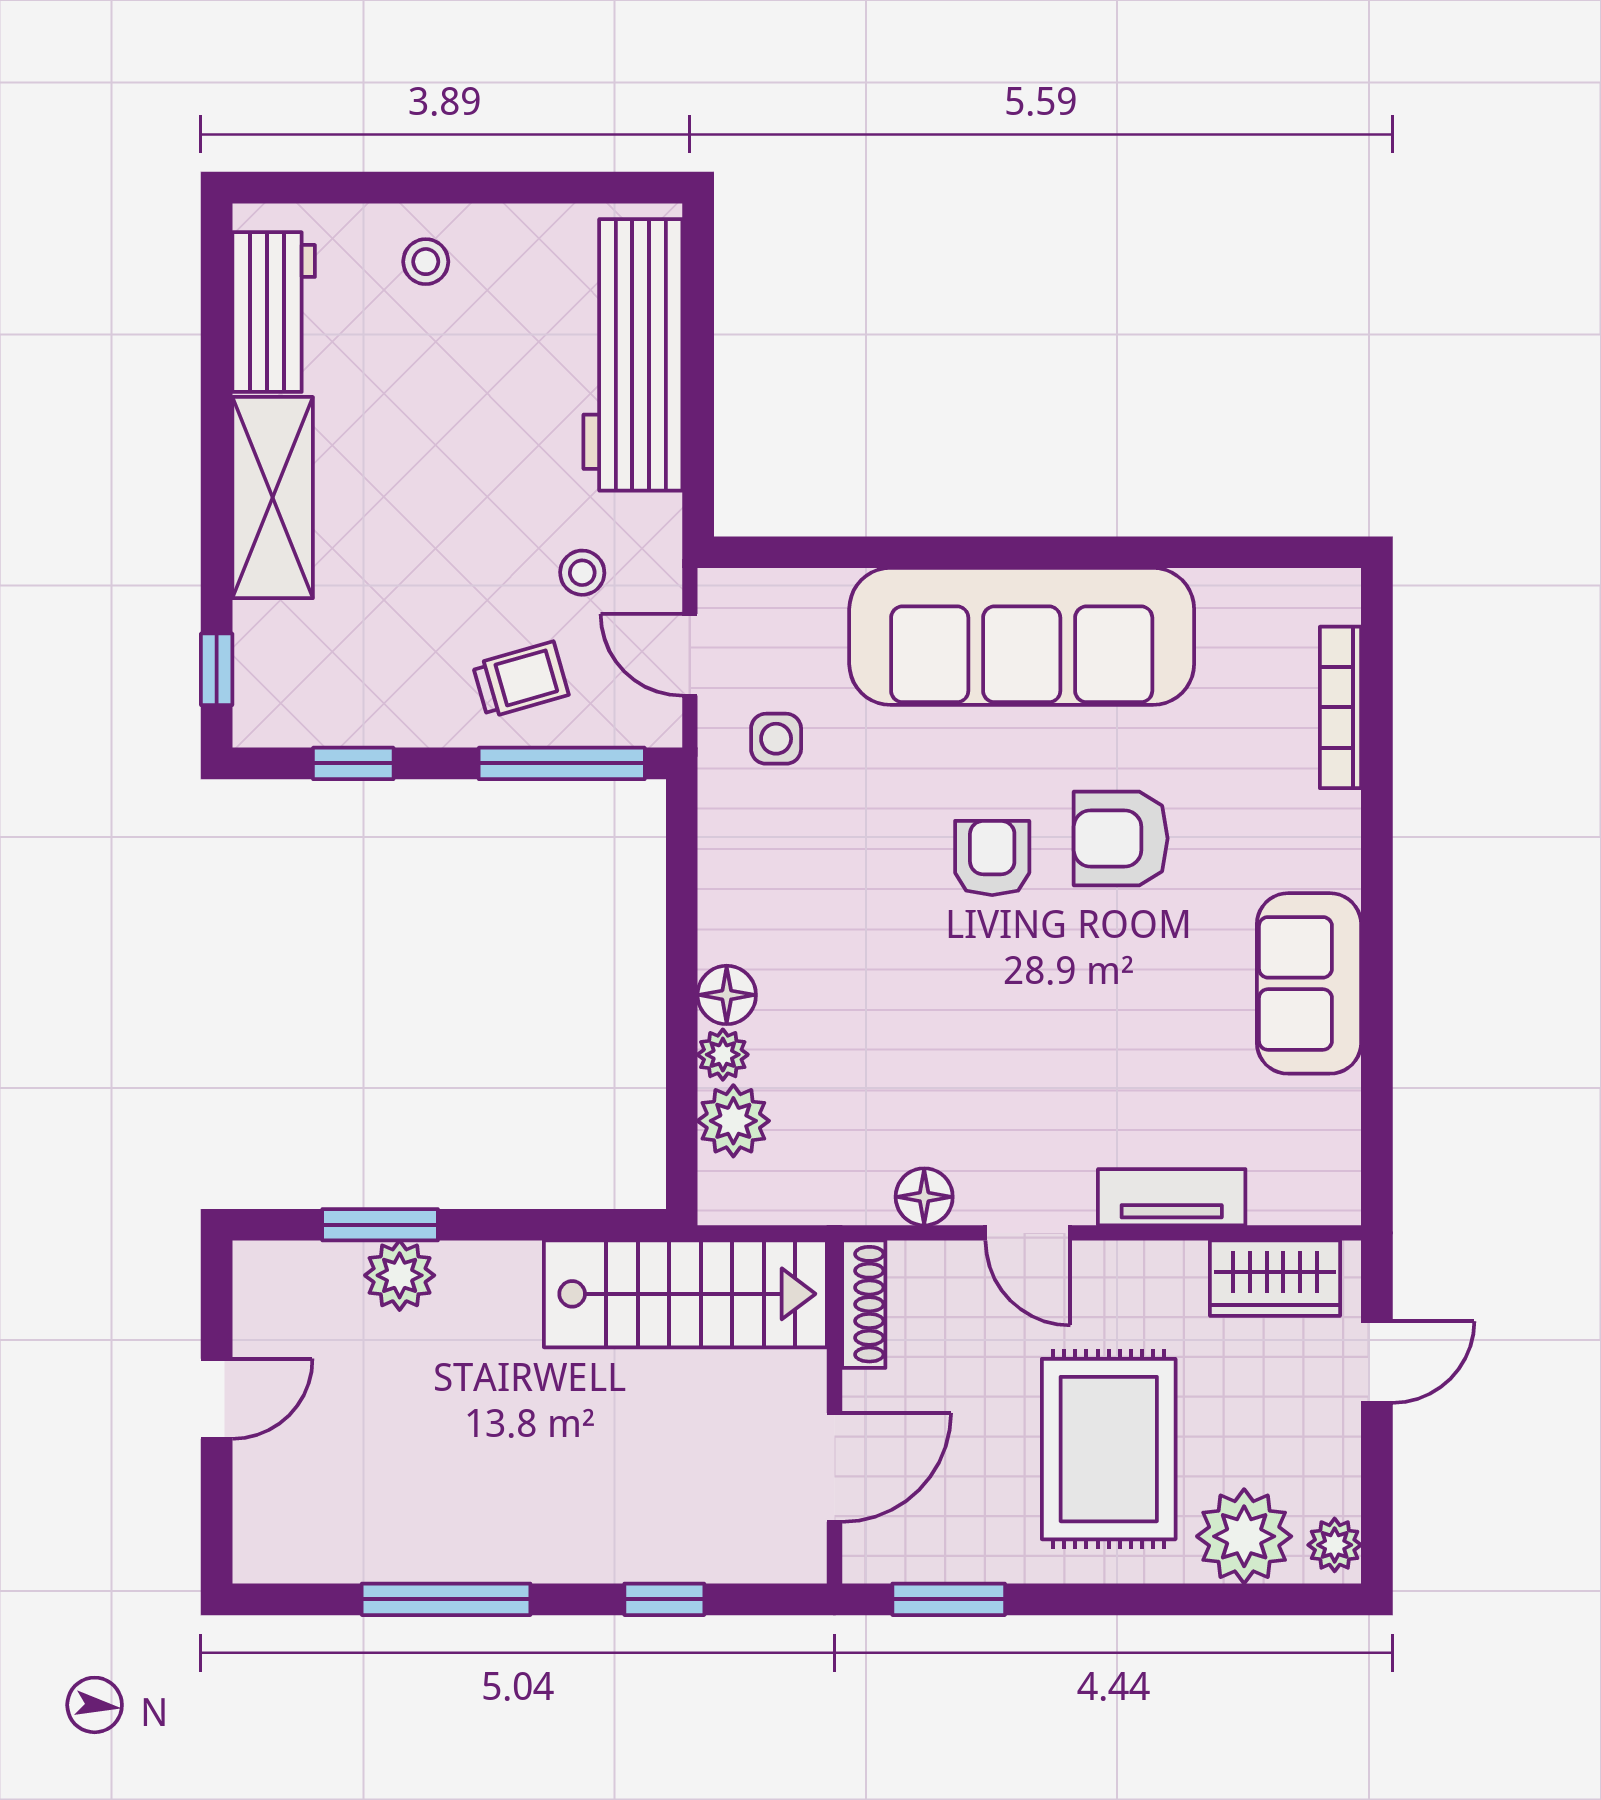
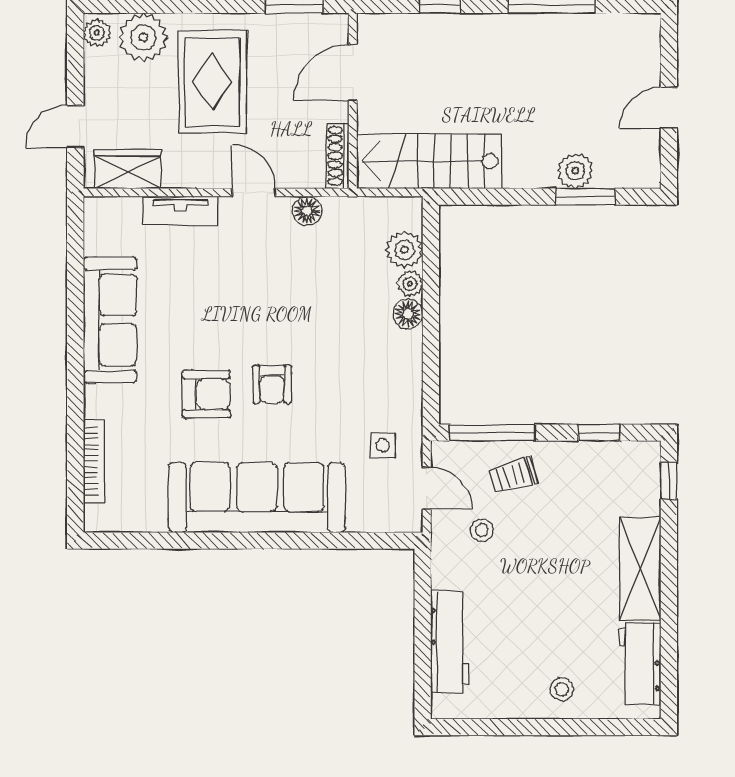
workbench: (633, 355) -> (450, 642), width x0.73, depth x0.76
sofa: (1309, 983) -> (110, 320), width x1.36

